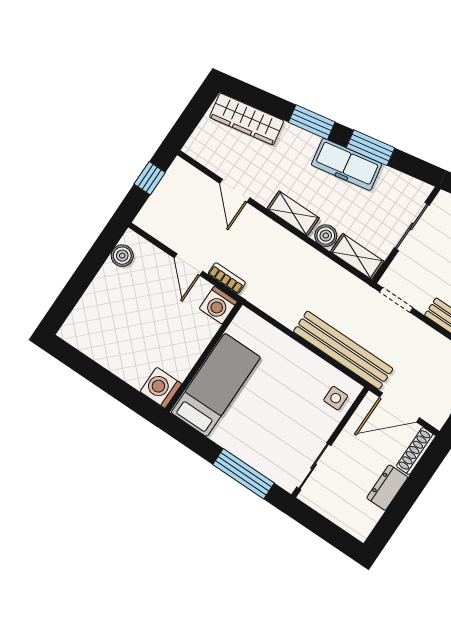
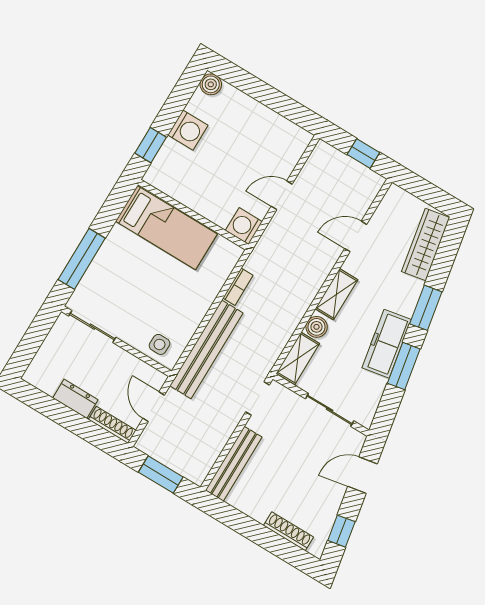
boiler: (122, 256) -> (211, 84), moved
bookcase: (227, 278) -> (238, 287), moved
washing machine: (161, 388) -> (188, 130), moved, turned 90
window: (130, 397) -> (151, 145), added
door: (399, 407) -> (154, 407), width x0.73

